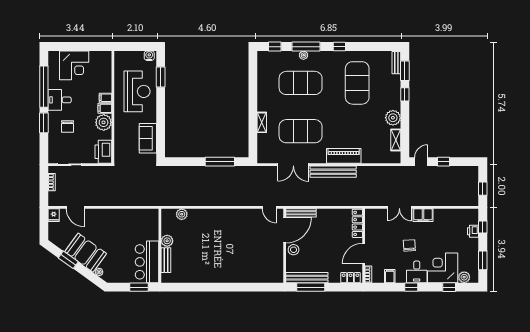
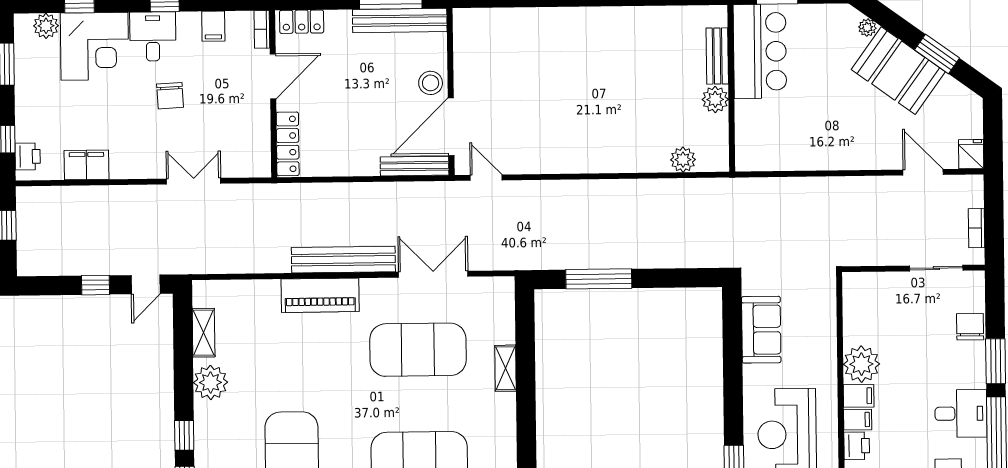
chair: (67, 126) -> (970, 327), moved
printer: (103, 152) -> (857, 446), moved, width x0.53, depth x0.68
filing cabinet: (423, 215) -> (87, 165), moved
printer: (473, 231) -> (28, 156), moved

